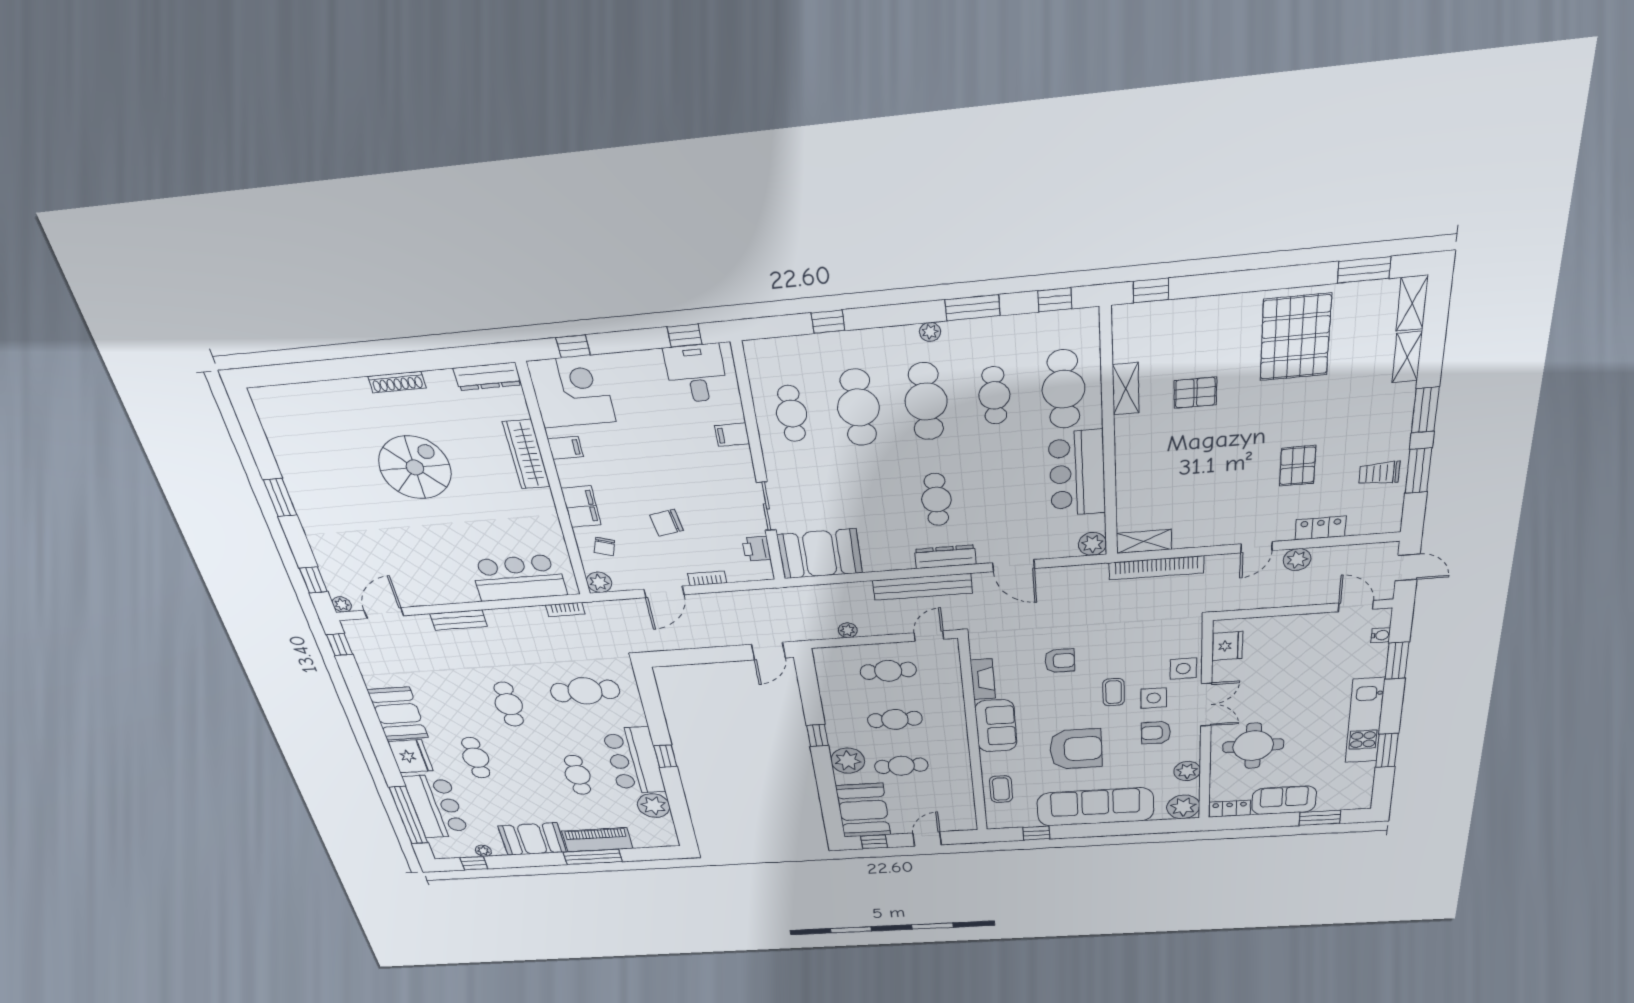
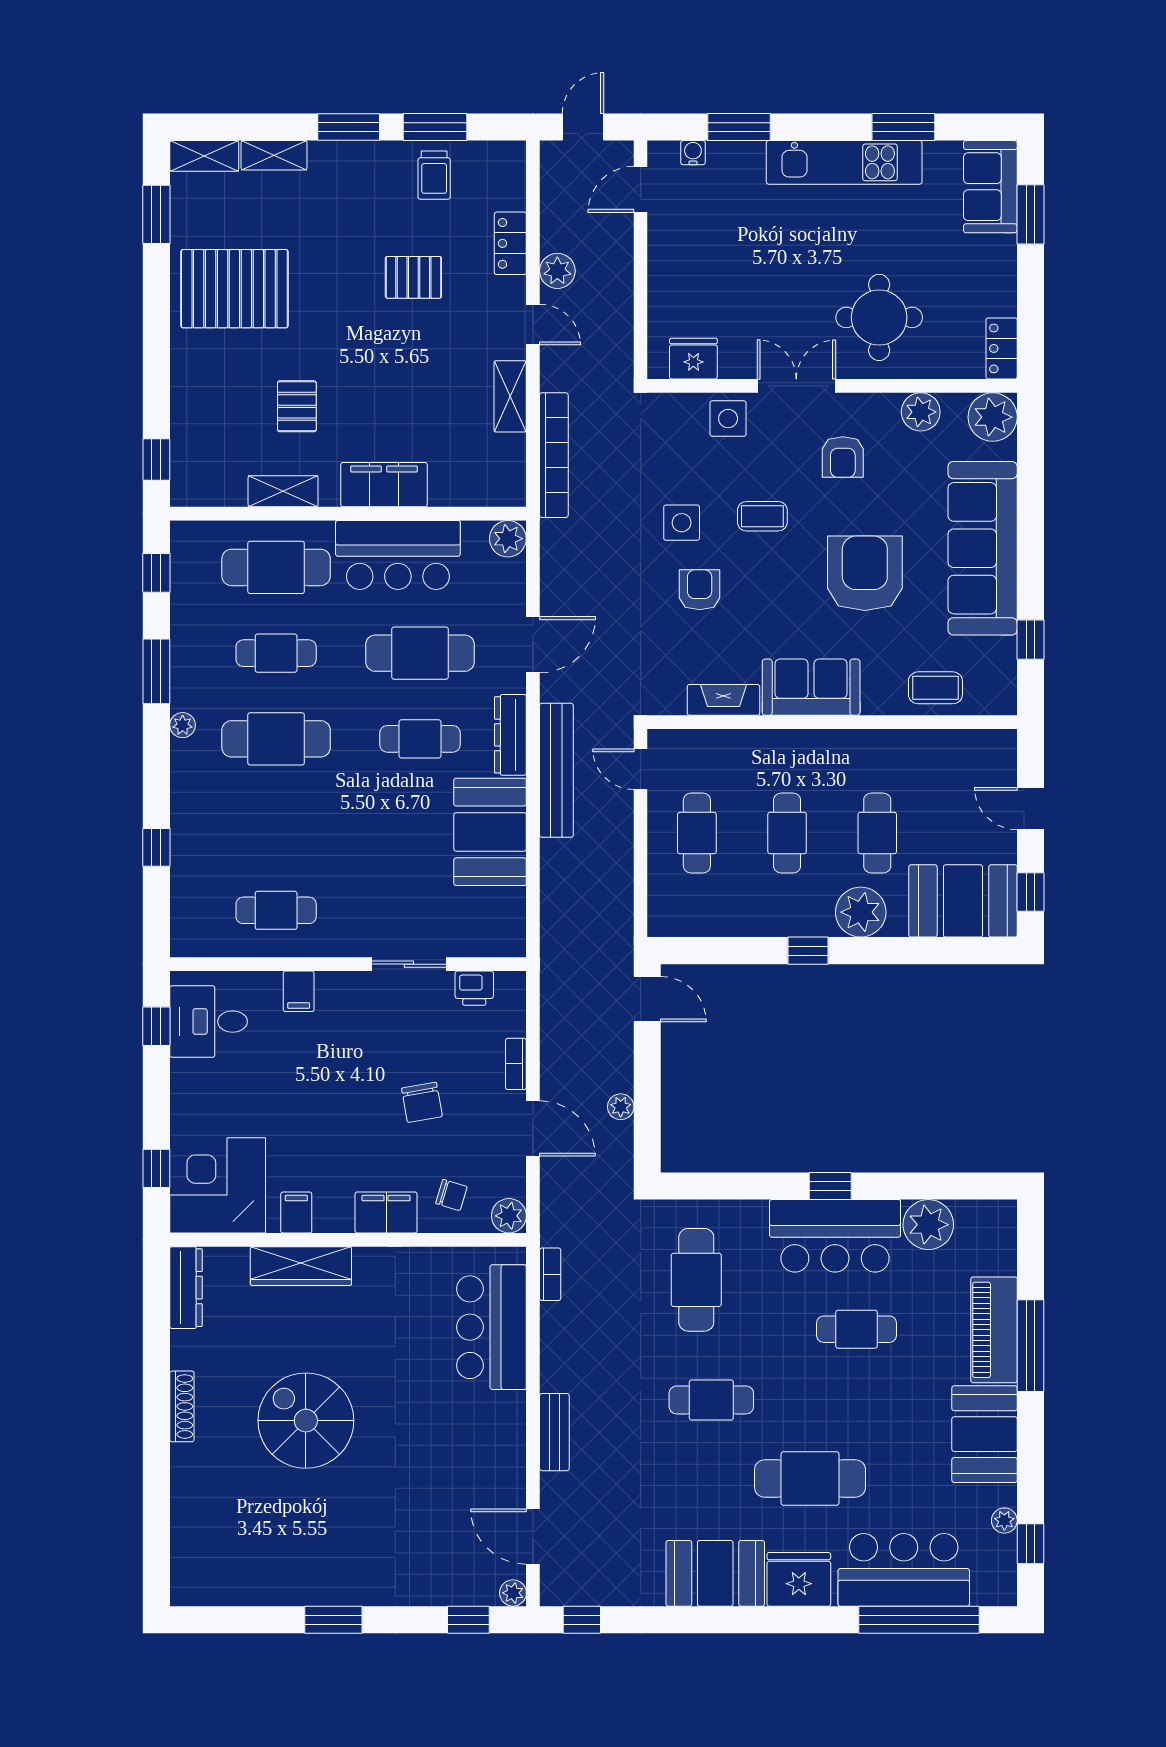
cafe table: (858, 408) -> (420, 653), moved
filing cabinet: (1132, 459) -> (384, 485), added
shelving: (1144, 541) -> (510, 396), moved
booth: (820, 554) -> (490, 832), moved
plant: (848, 630) -> (621, 1107), moved
side table: (1154, 698) -> (682, 523), moved
cafe table: (476, 758) -> (810, 1478), width x1.37, depth x1.35
sofa: (1284, 800) -> (990, 187), moved

